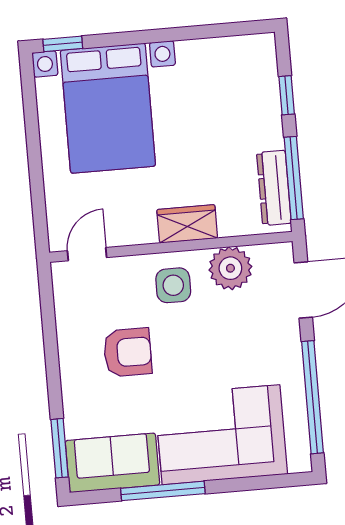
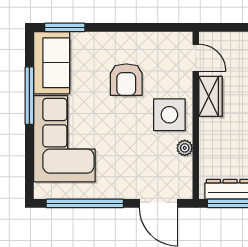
wardrobe: (187, 224) -> (211, 96), moved
plant: (230, 268) -> (185, 148), width x0.53, depth x0.53
side table: (173, 285) -> (169, 115), width x1.37, depth x1.37

